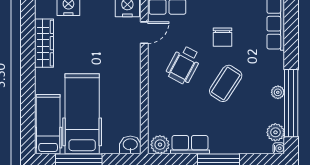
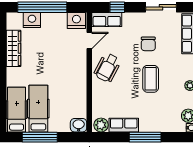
wheelchair: (184, 65) -> (107, 68), moved
coffee table: (226, 83) -> (151, 79), turned -33
hospital bed: (82, 114) -> (38, 109), width x0.73, depth x0.78

